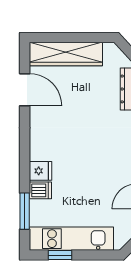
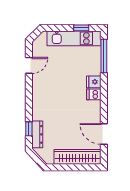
dishwasher: (40, 190) -> (94, 94), moved
window: (25, 211) -> (104, 56), width x1.44

